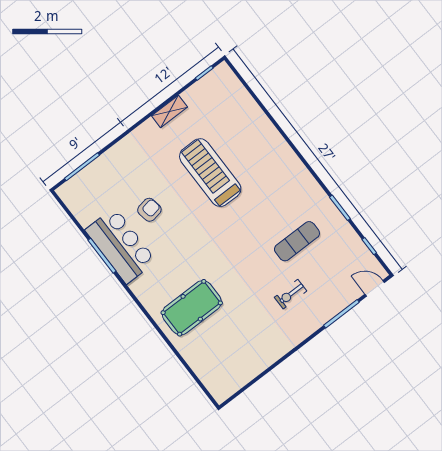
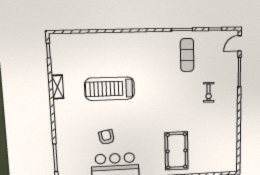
exercise mat: (297, 241) -> (187, 55), moved

